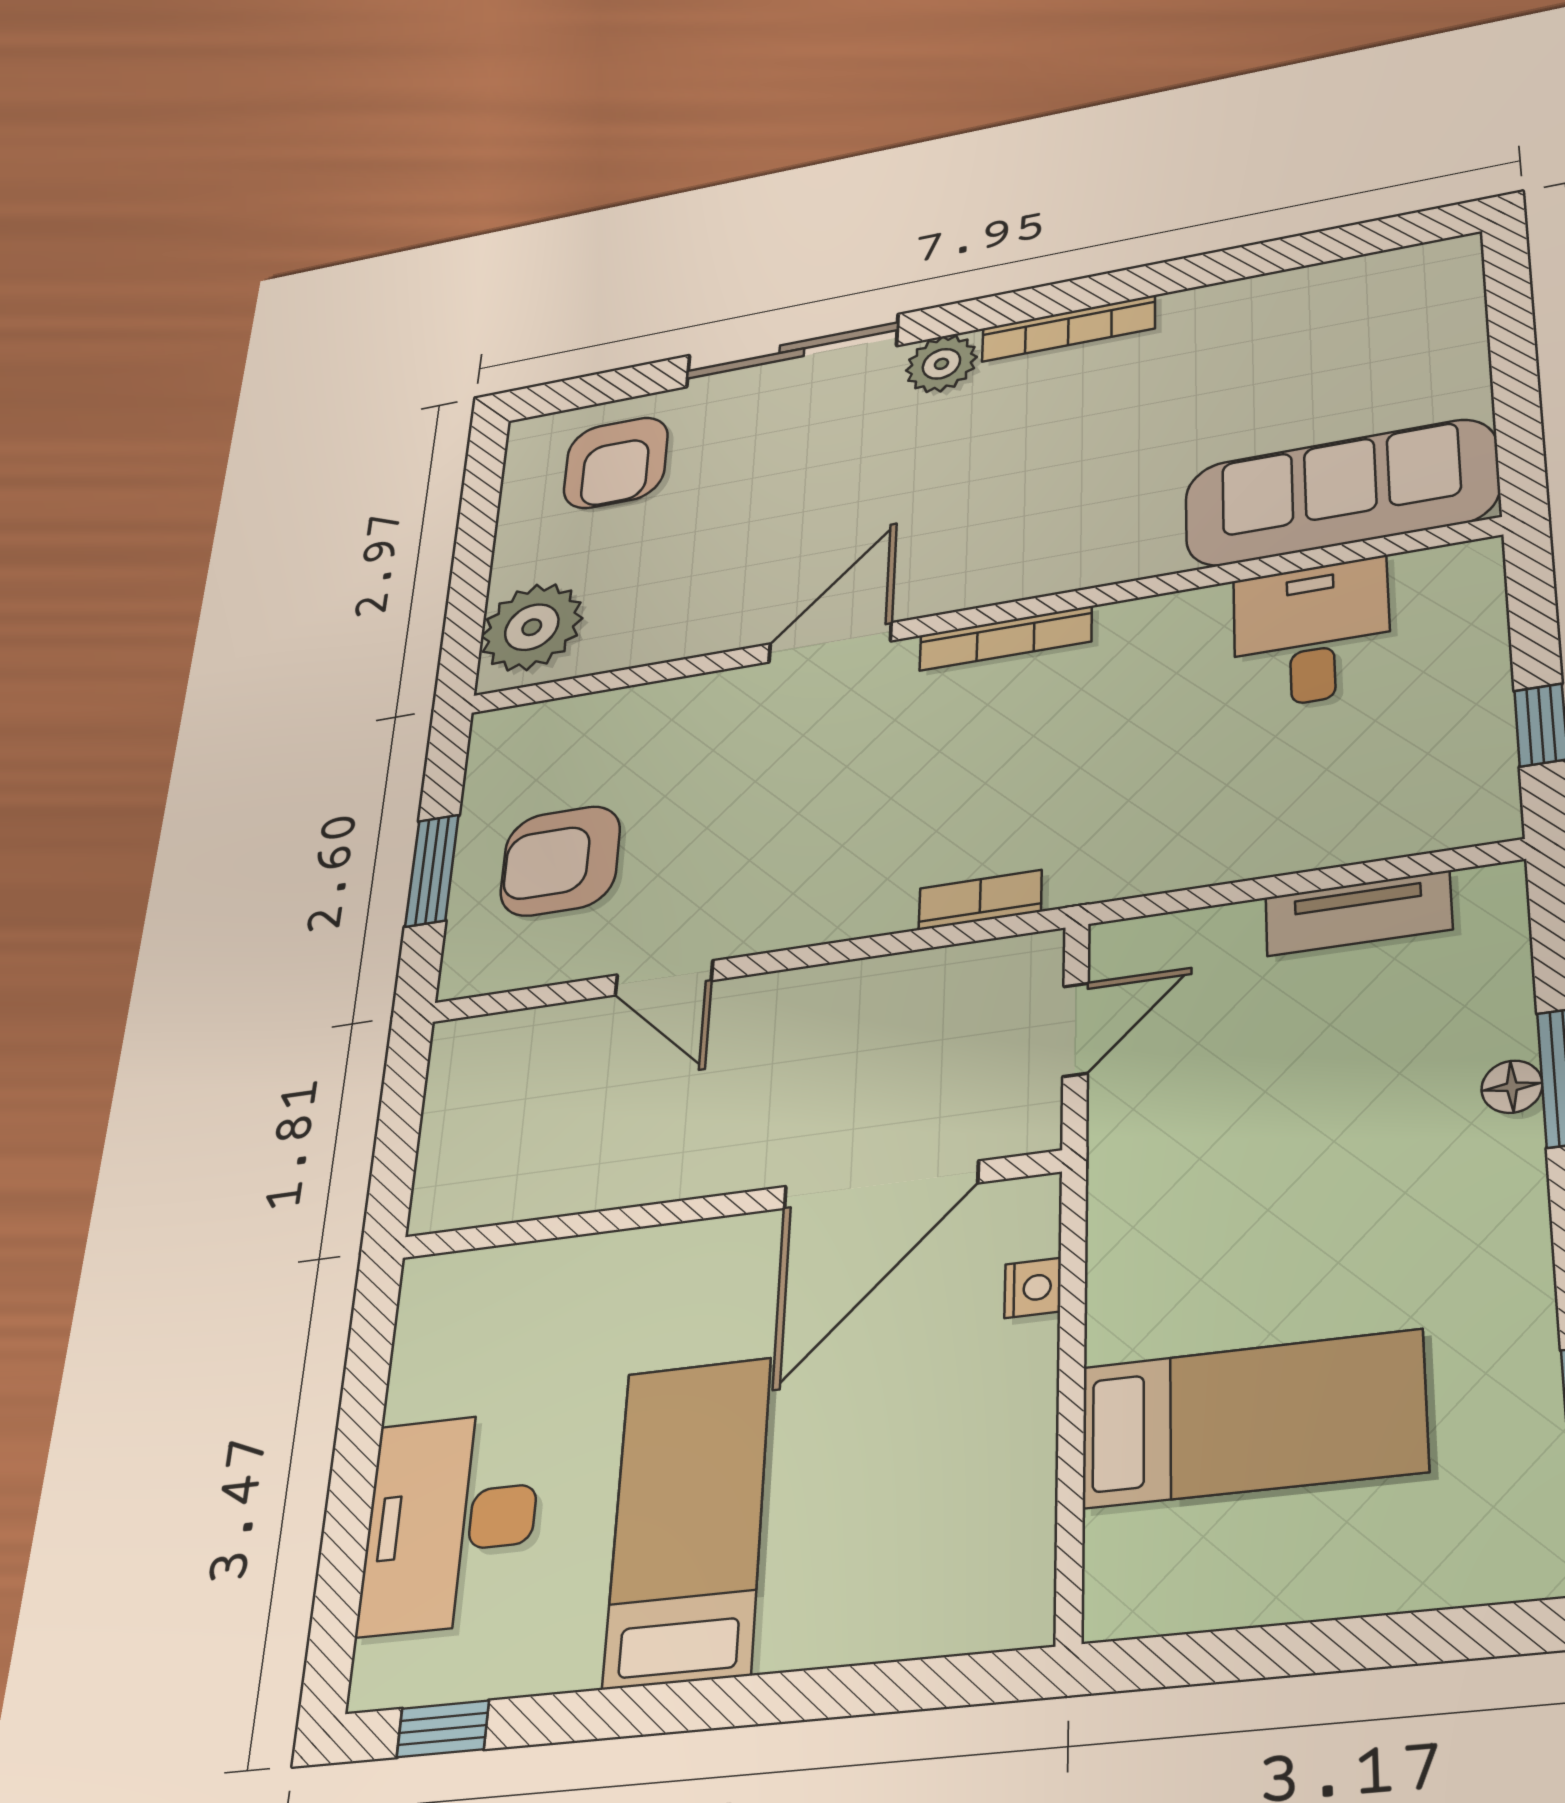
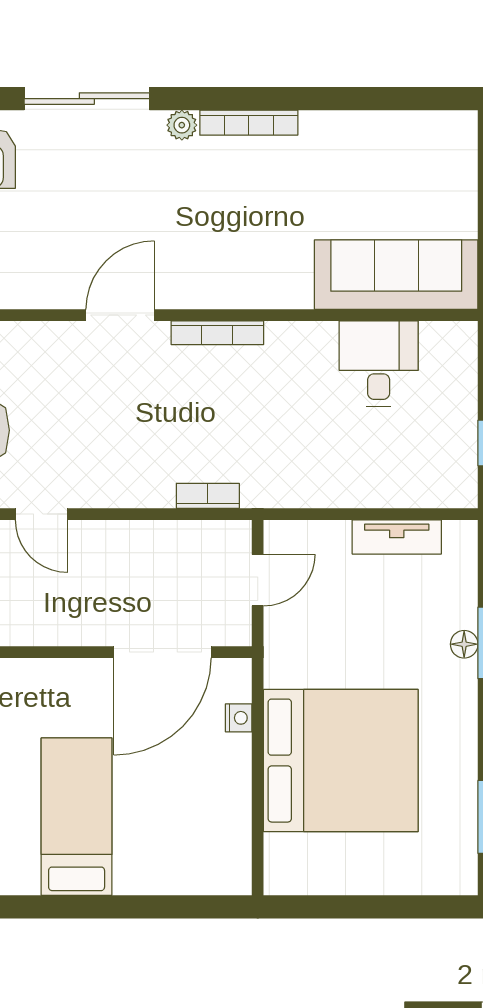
plant: (941, 364) -> (182, 125), width x0.73, depth x0.73
bed: (1252, 1419) -> (341, 761), width x2.04

